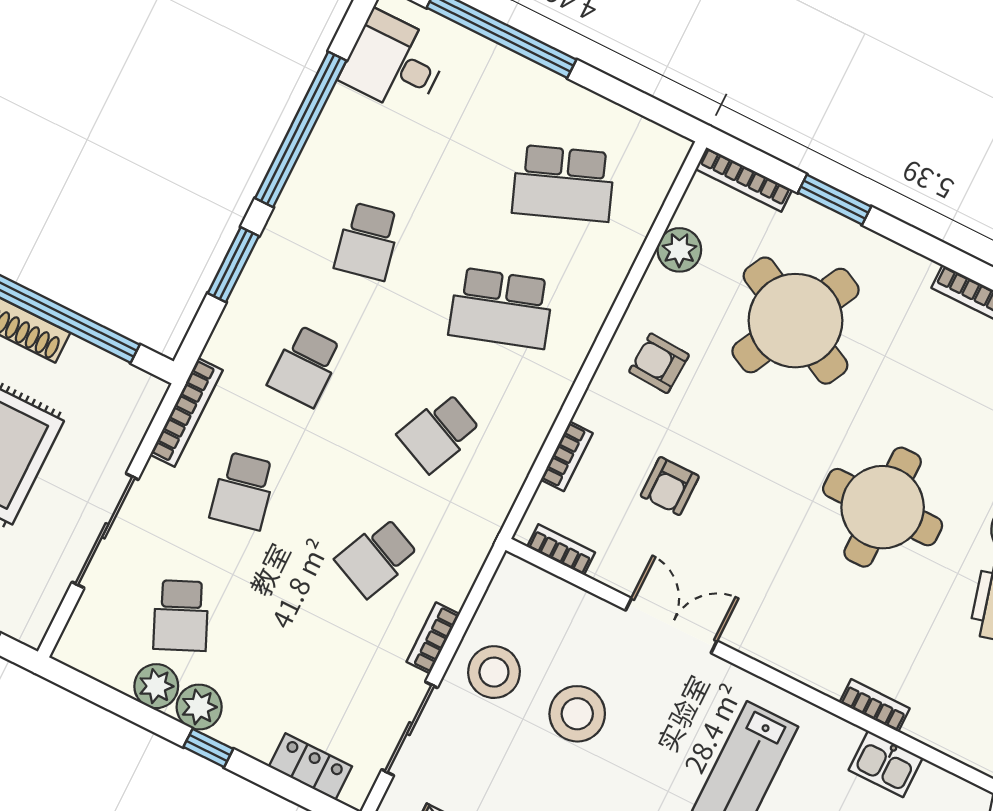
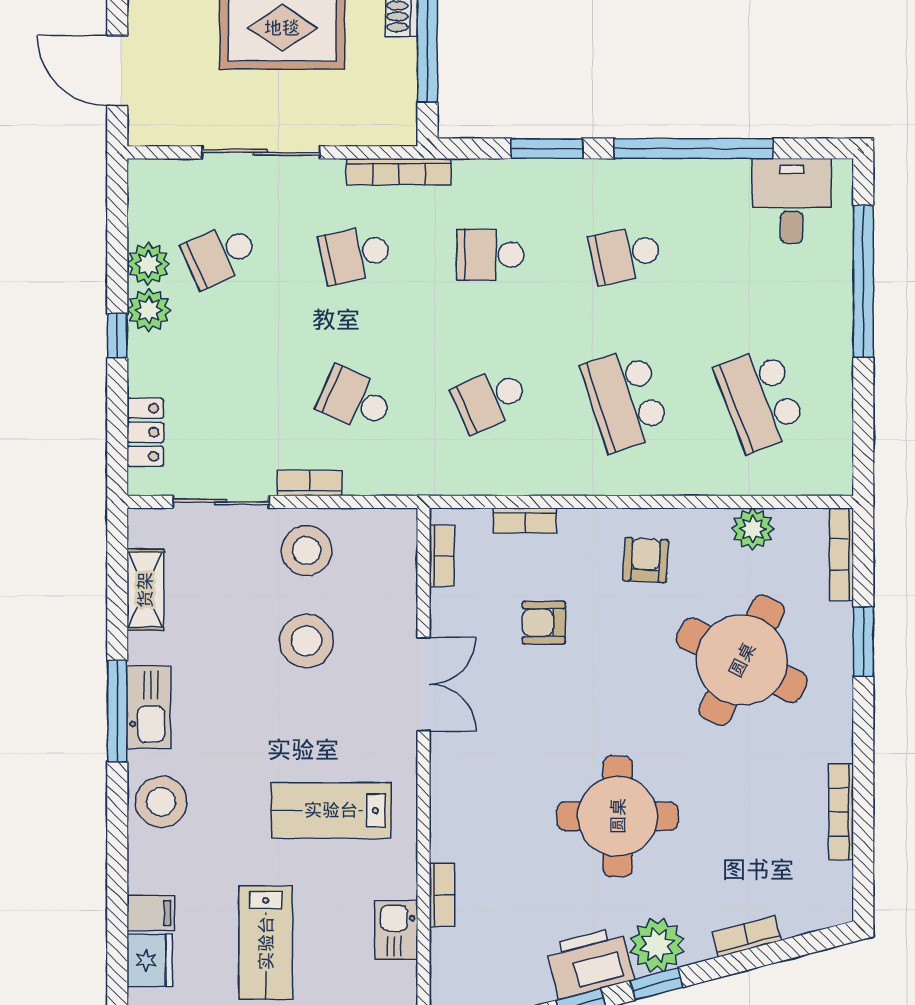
school desk: (439, 433) -> (490, 399), turned -48

